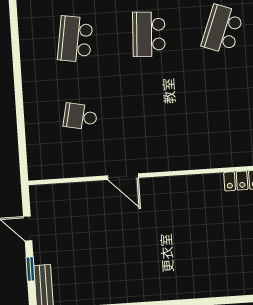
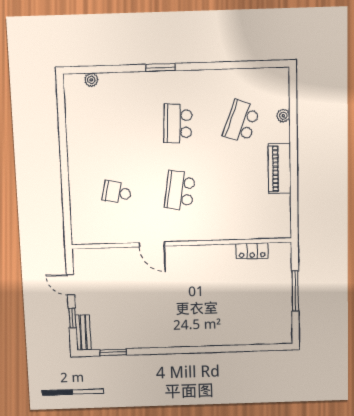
school desk: (75, 39) -> (180, 191), moved

